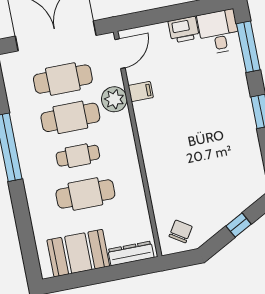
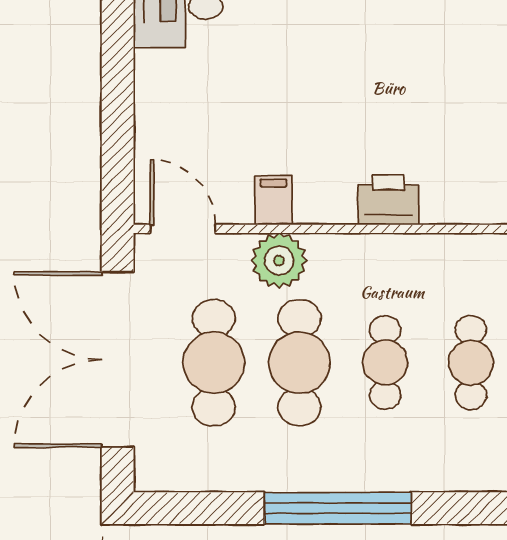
printer: (184, 30) -> (388, 200), moved, turned -90
cafe table: (85, 194) -> (471, 363), width x0.73, depth x0.74

